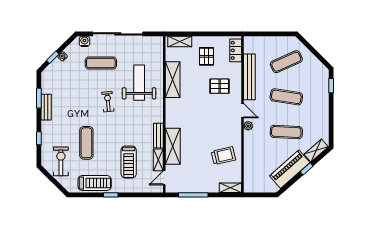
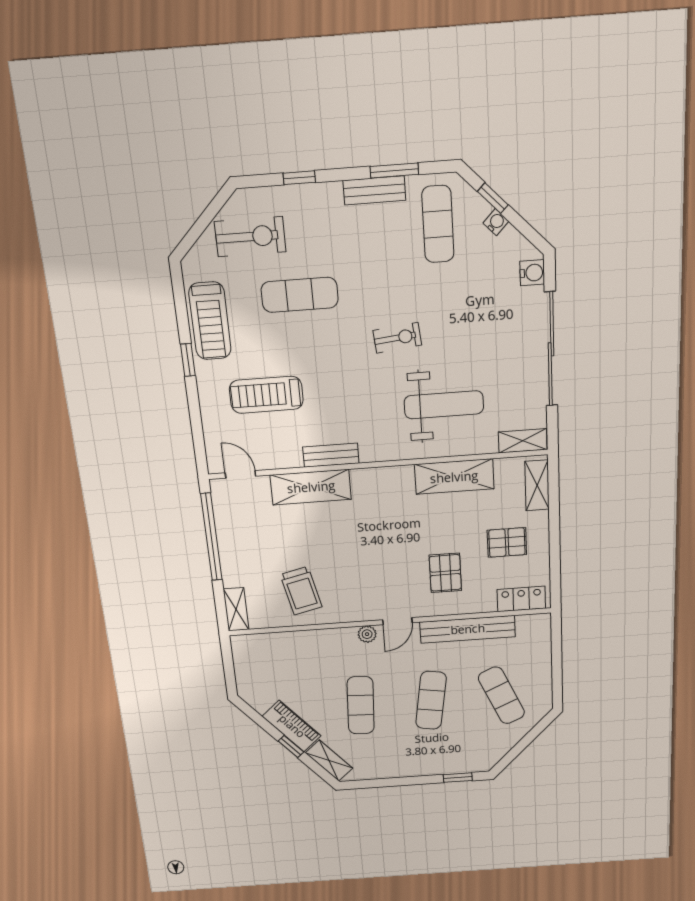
exercise mat: (101, 63) -> (438, 224), moved
shelving: (158, 160) -> (523, 441), moved
piano: (290, 169) -> (292, 726), width x0.73, depth x0.75
window: (193, 195) -> (211, 537), width x1.46

